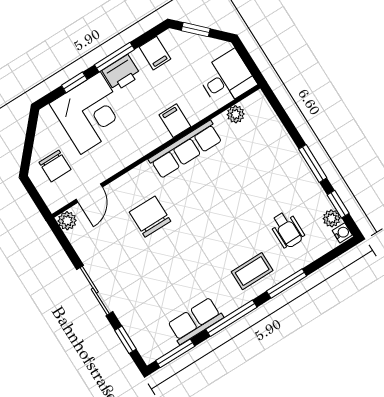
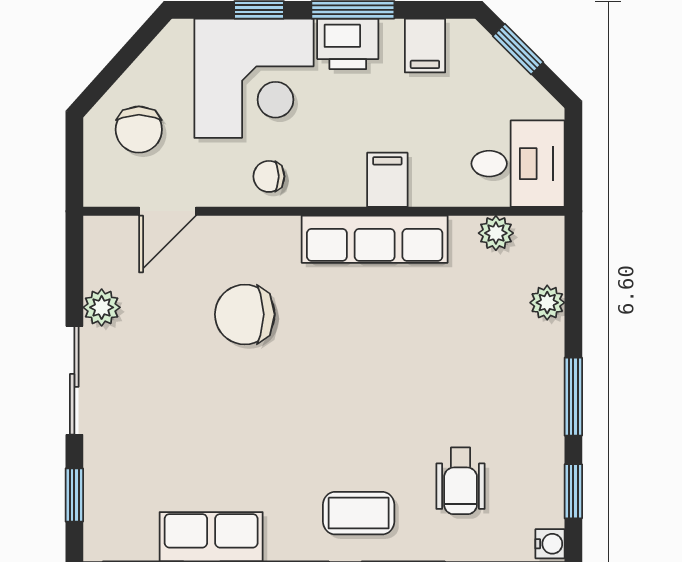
chair: (123, 151) -> (269, 176), added
chair: (150, 217) -> (245, 314), turned -90
plant: (332, 218) -> (547, 303), moved
plant: (67, 221) -> (102, 307), moved

